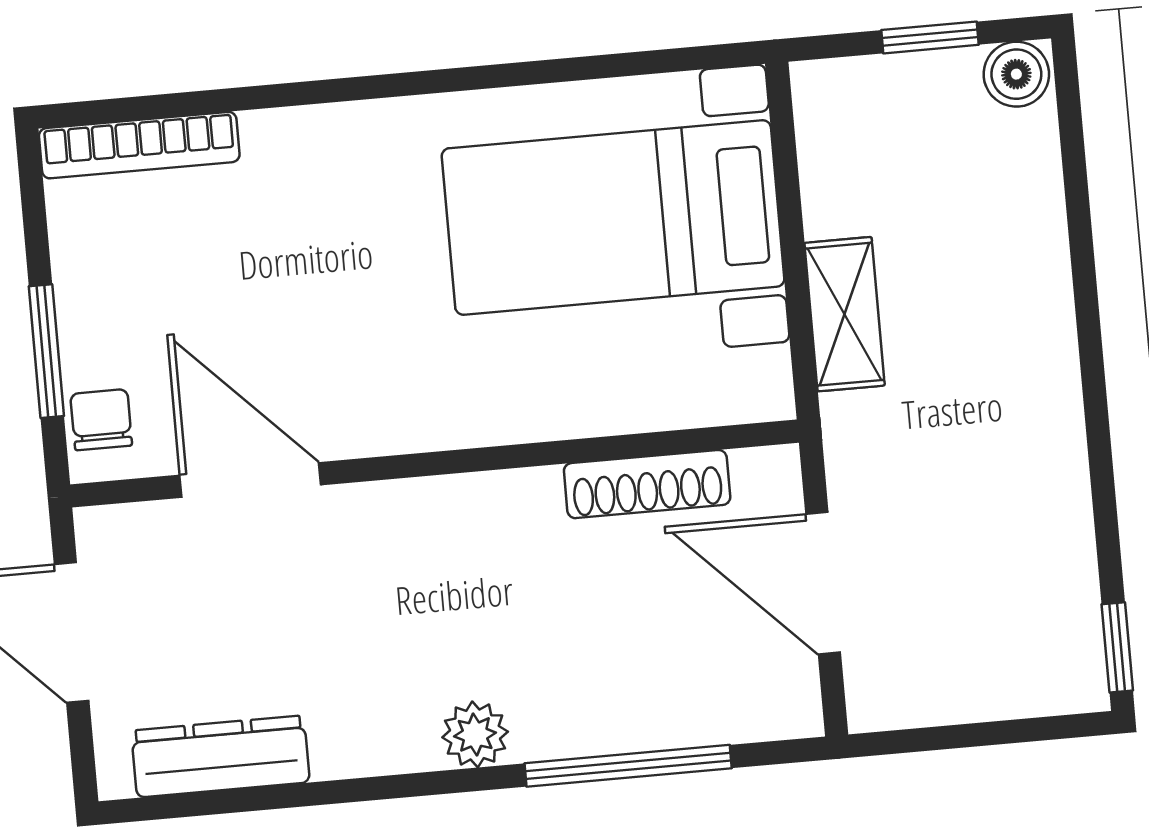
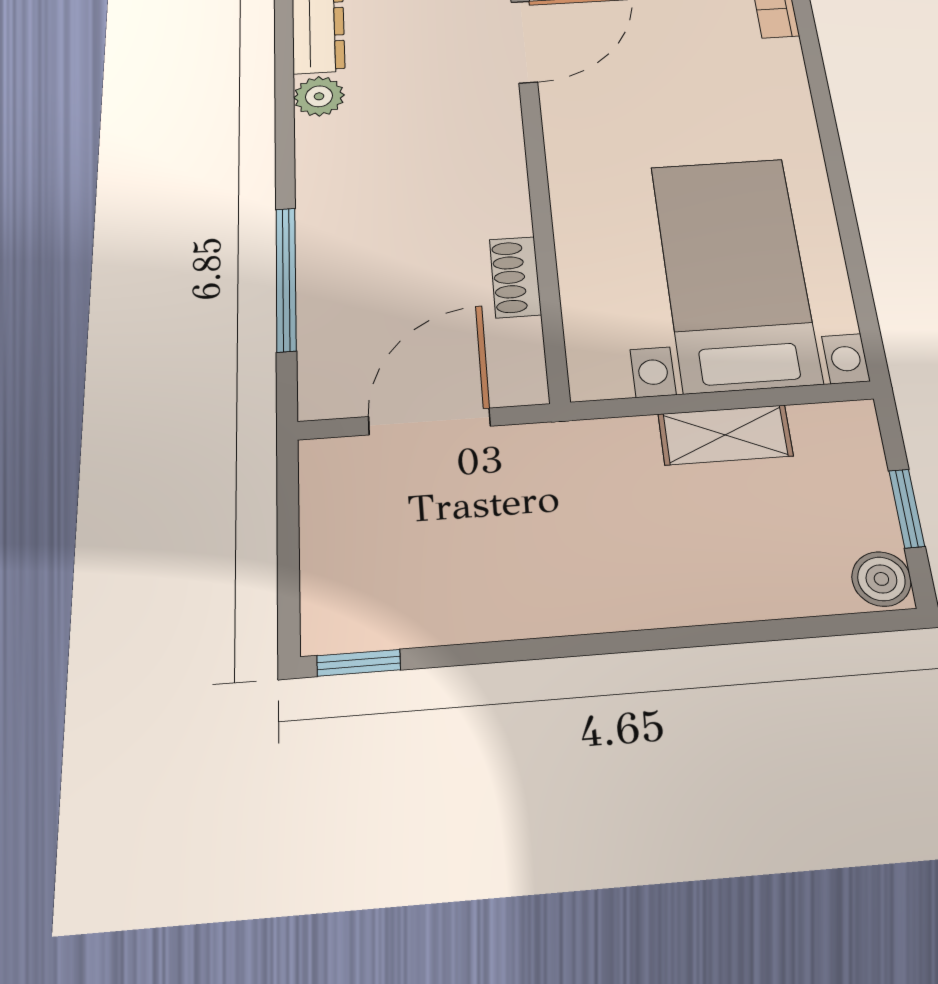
shelving: (845, 314) -> (725, 435), moved
shoe rack: (647, 484) -> (515, 277), width x0.70
plant: (475, 734) -> (319, 96), moved

